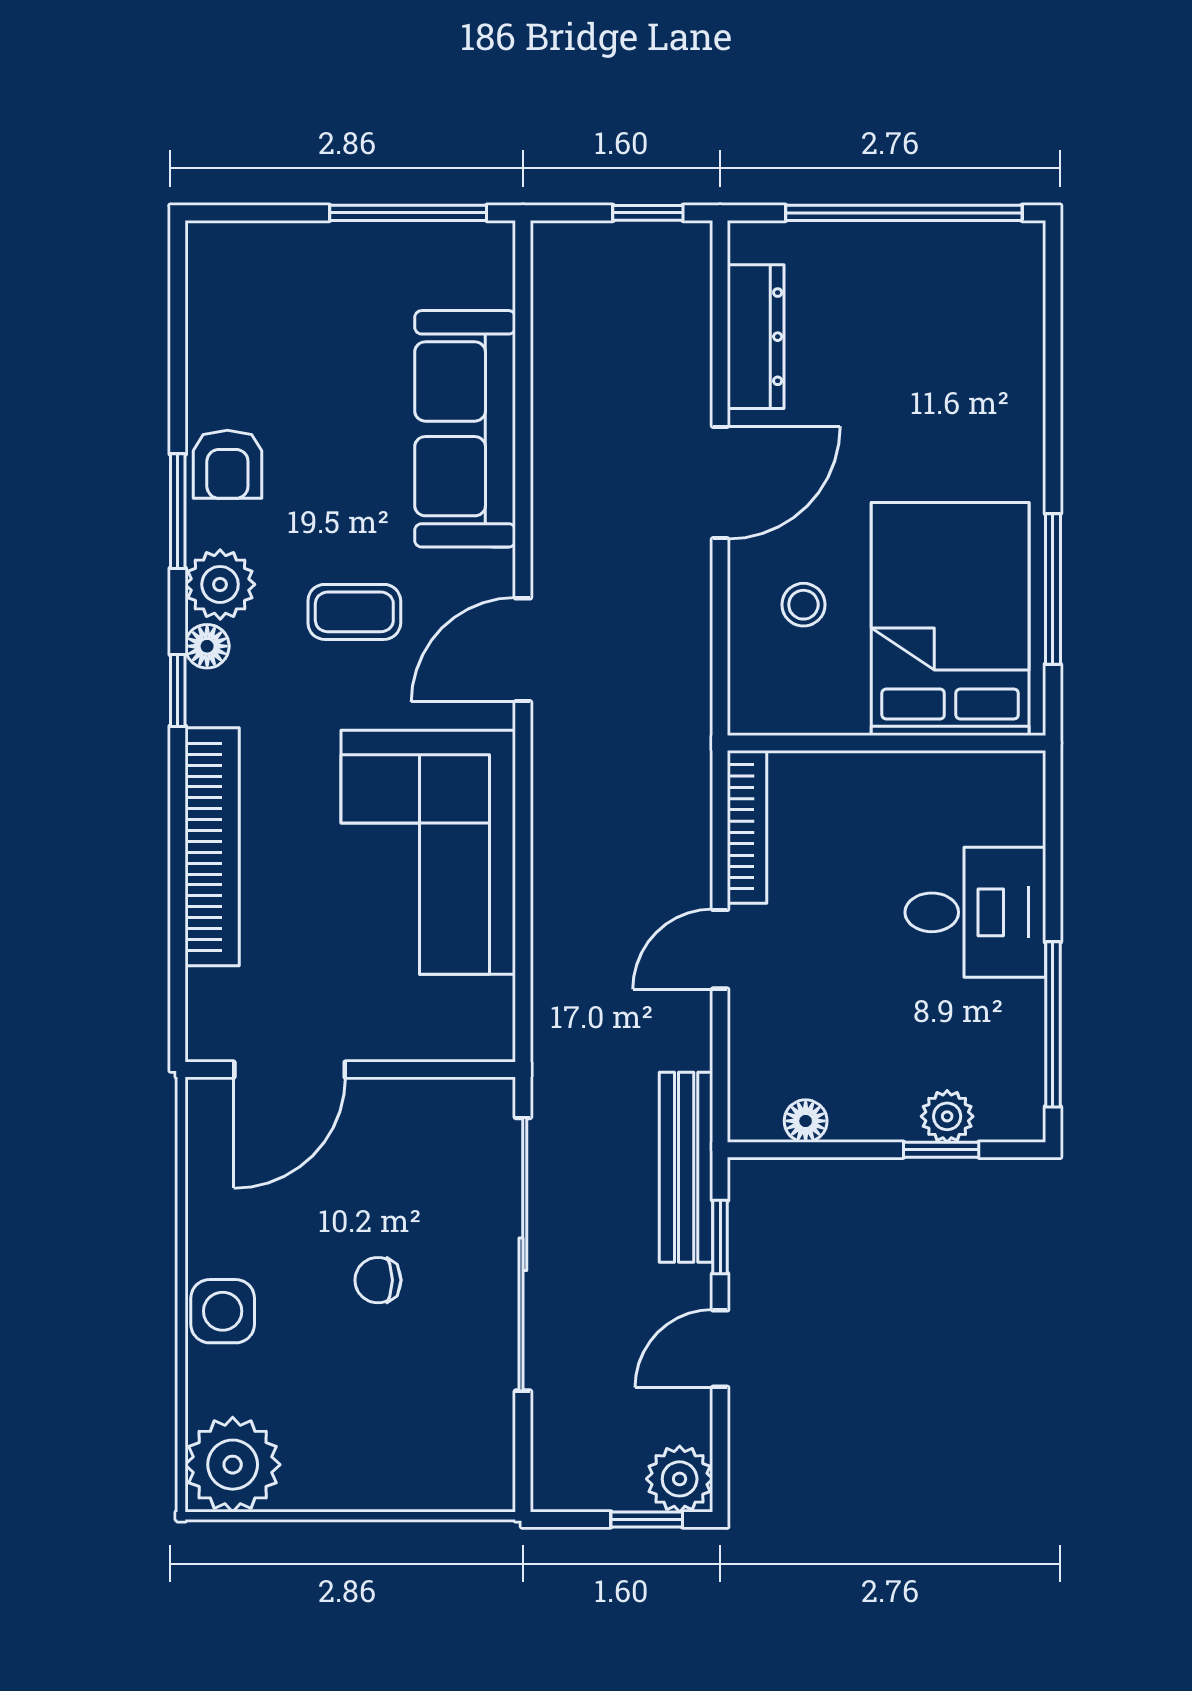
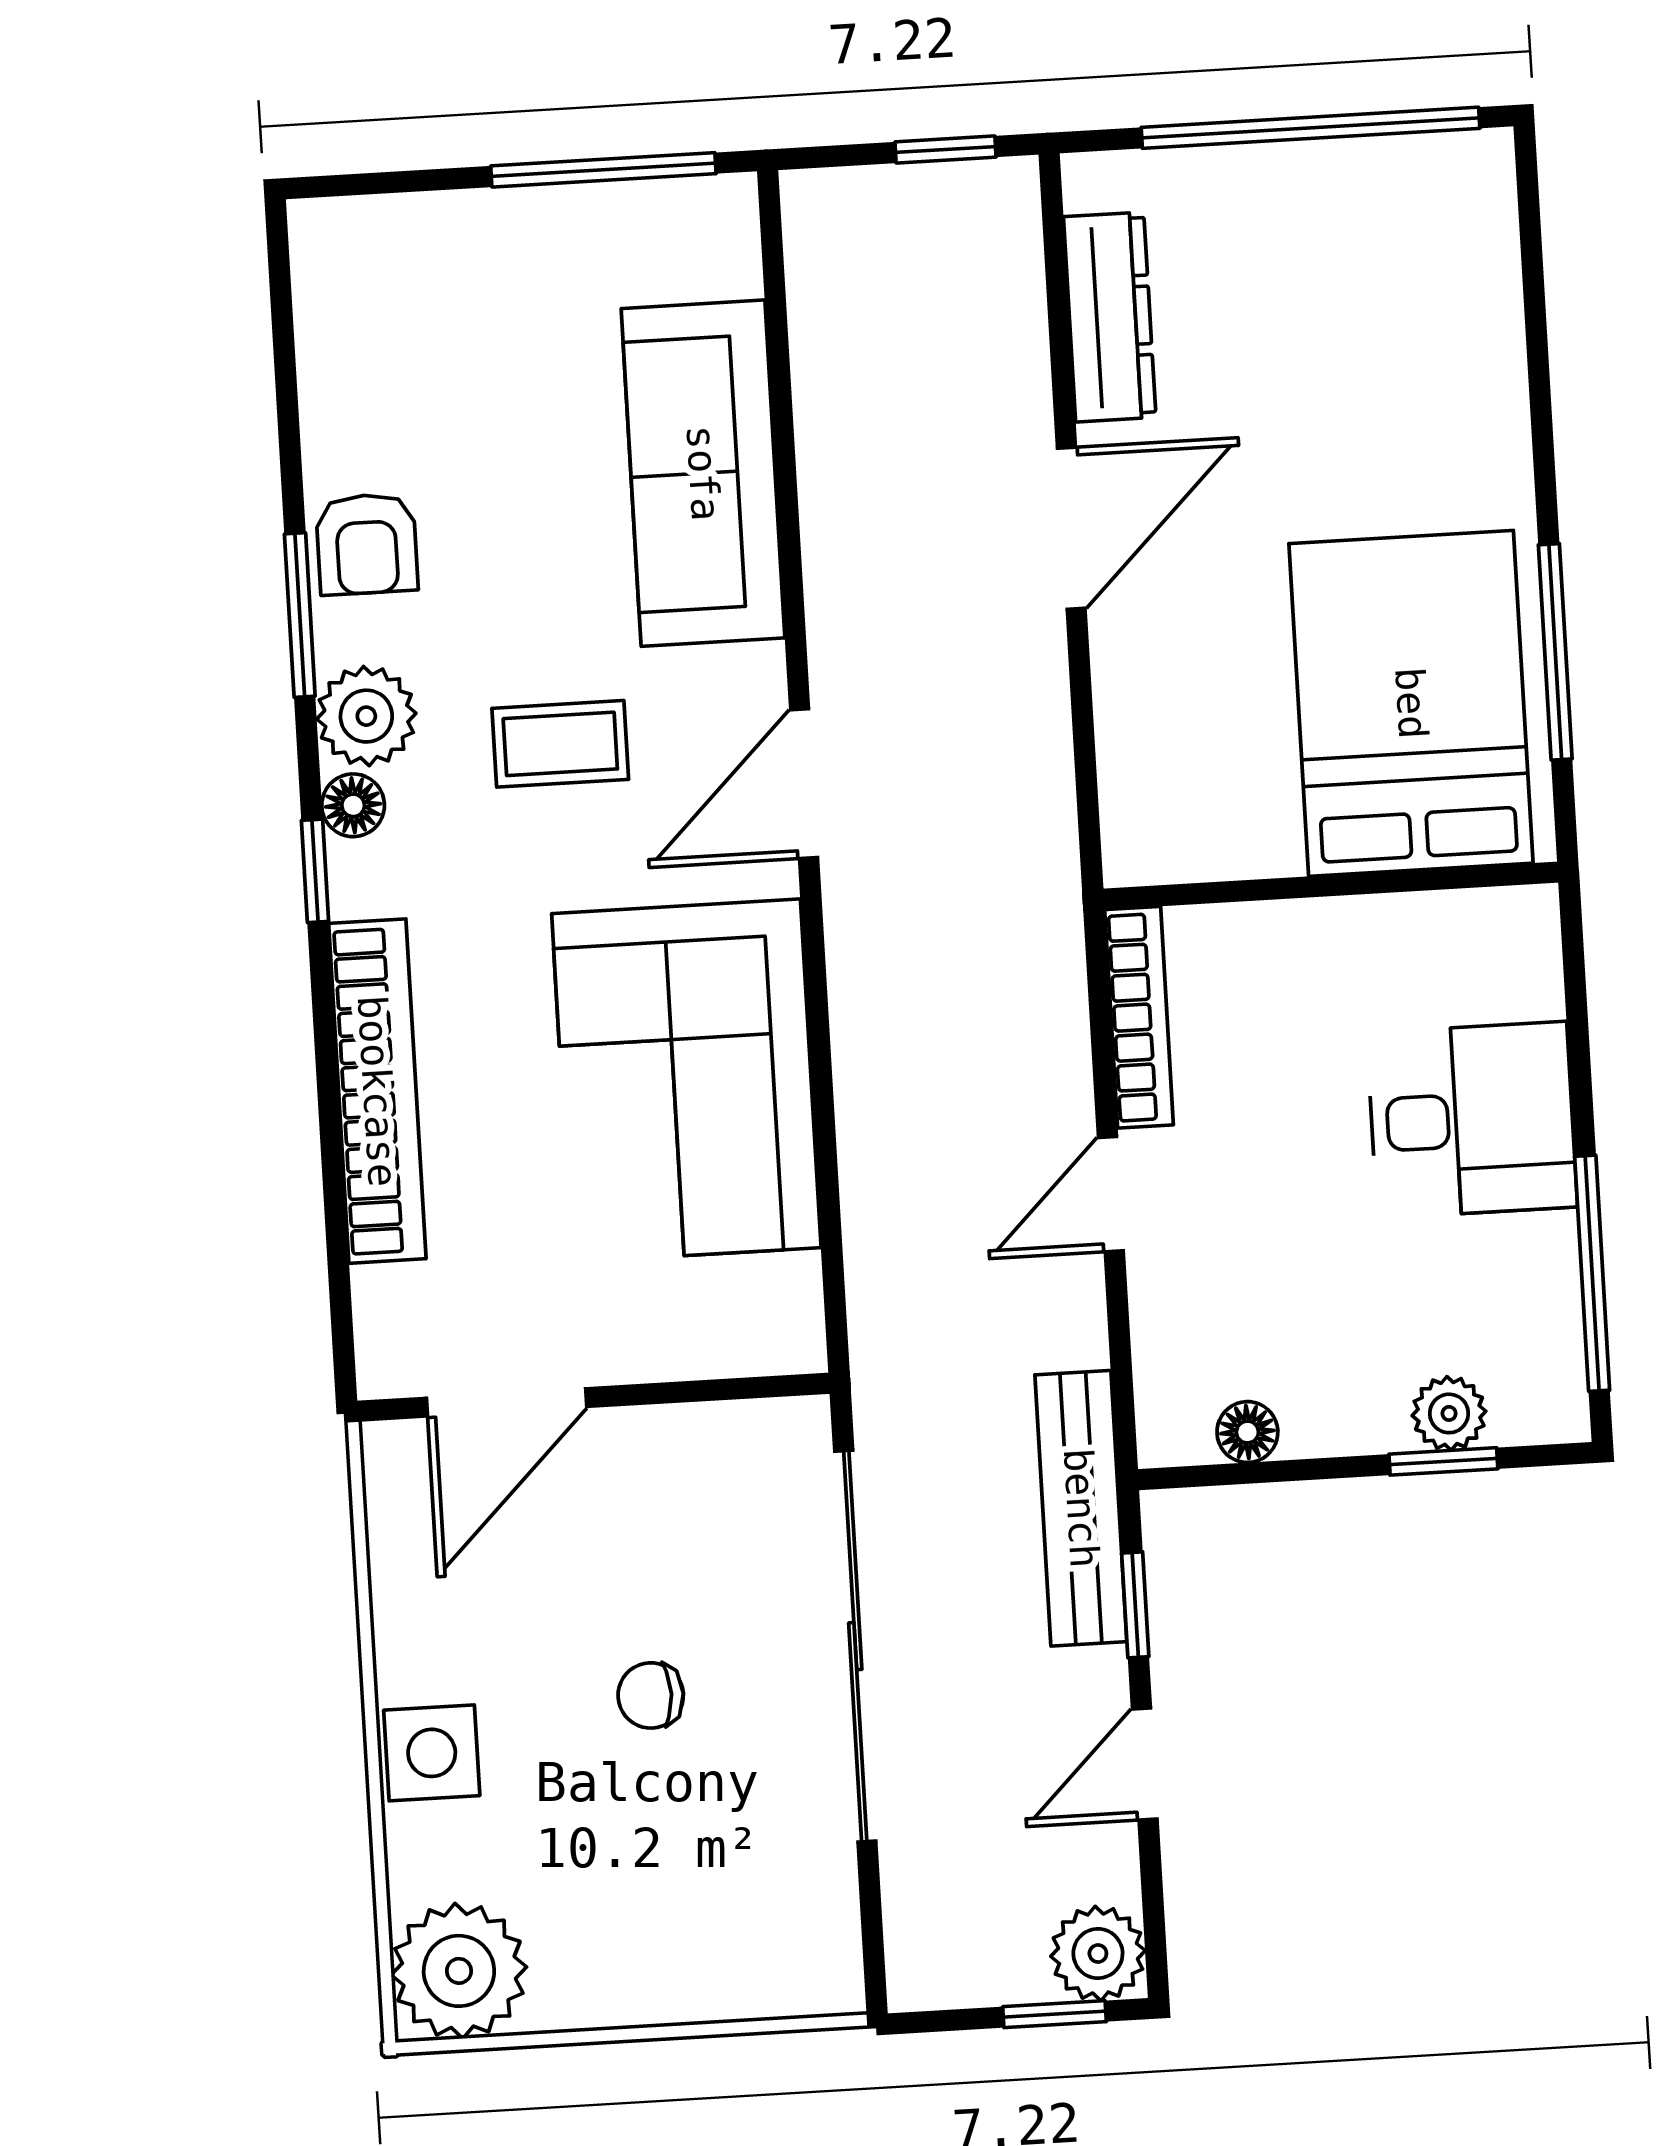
stool: (803, 605) -> (1201, 695), removed

